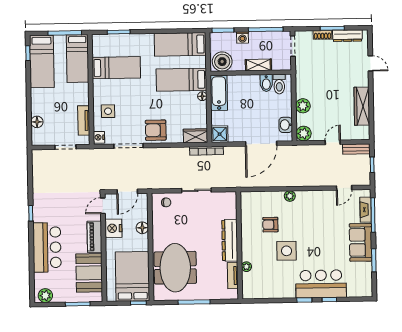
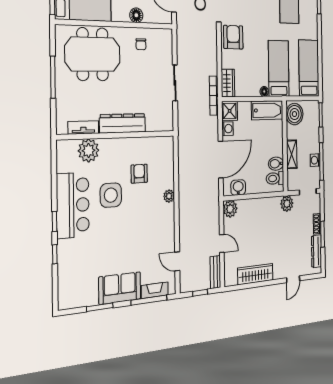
washing machine: (242, 37) -> (315, 160), moved
plant: (303, 106) -> (287, 204), moved
washing machine: (235, 136) -> (228, 129), added
door: (261, 144) -> (221, 160), swing flipped
chair: (166, 202) -> (141, 44), moved
plant: (246, 267) -> (89, 151), width x1.88, depth x1.88
bar counter: (321, 284) -> (73, 205), moved

